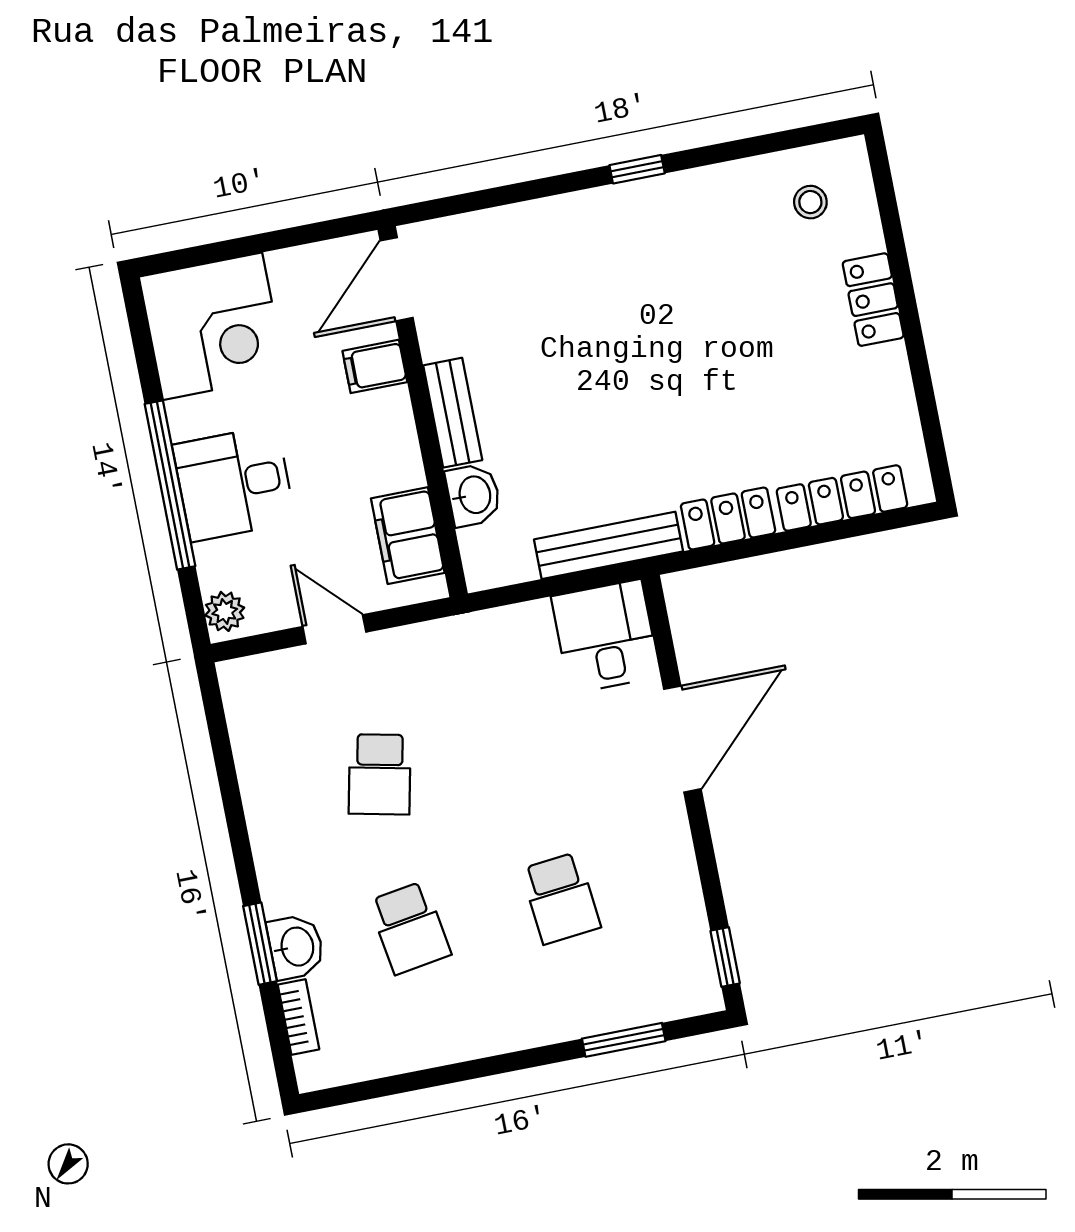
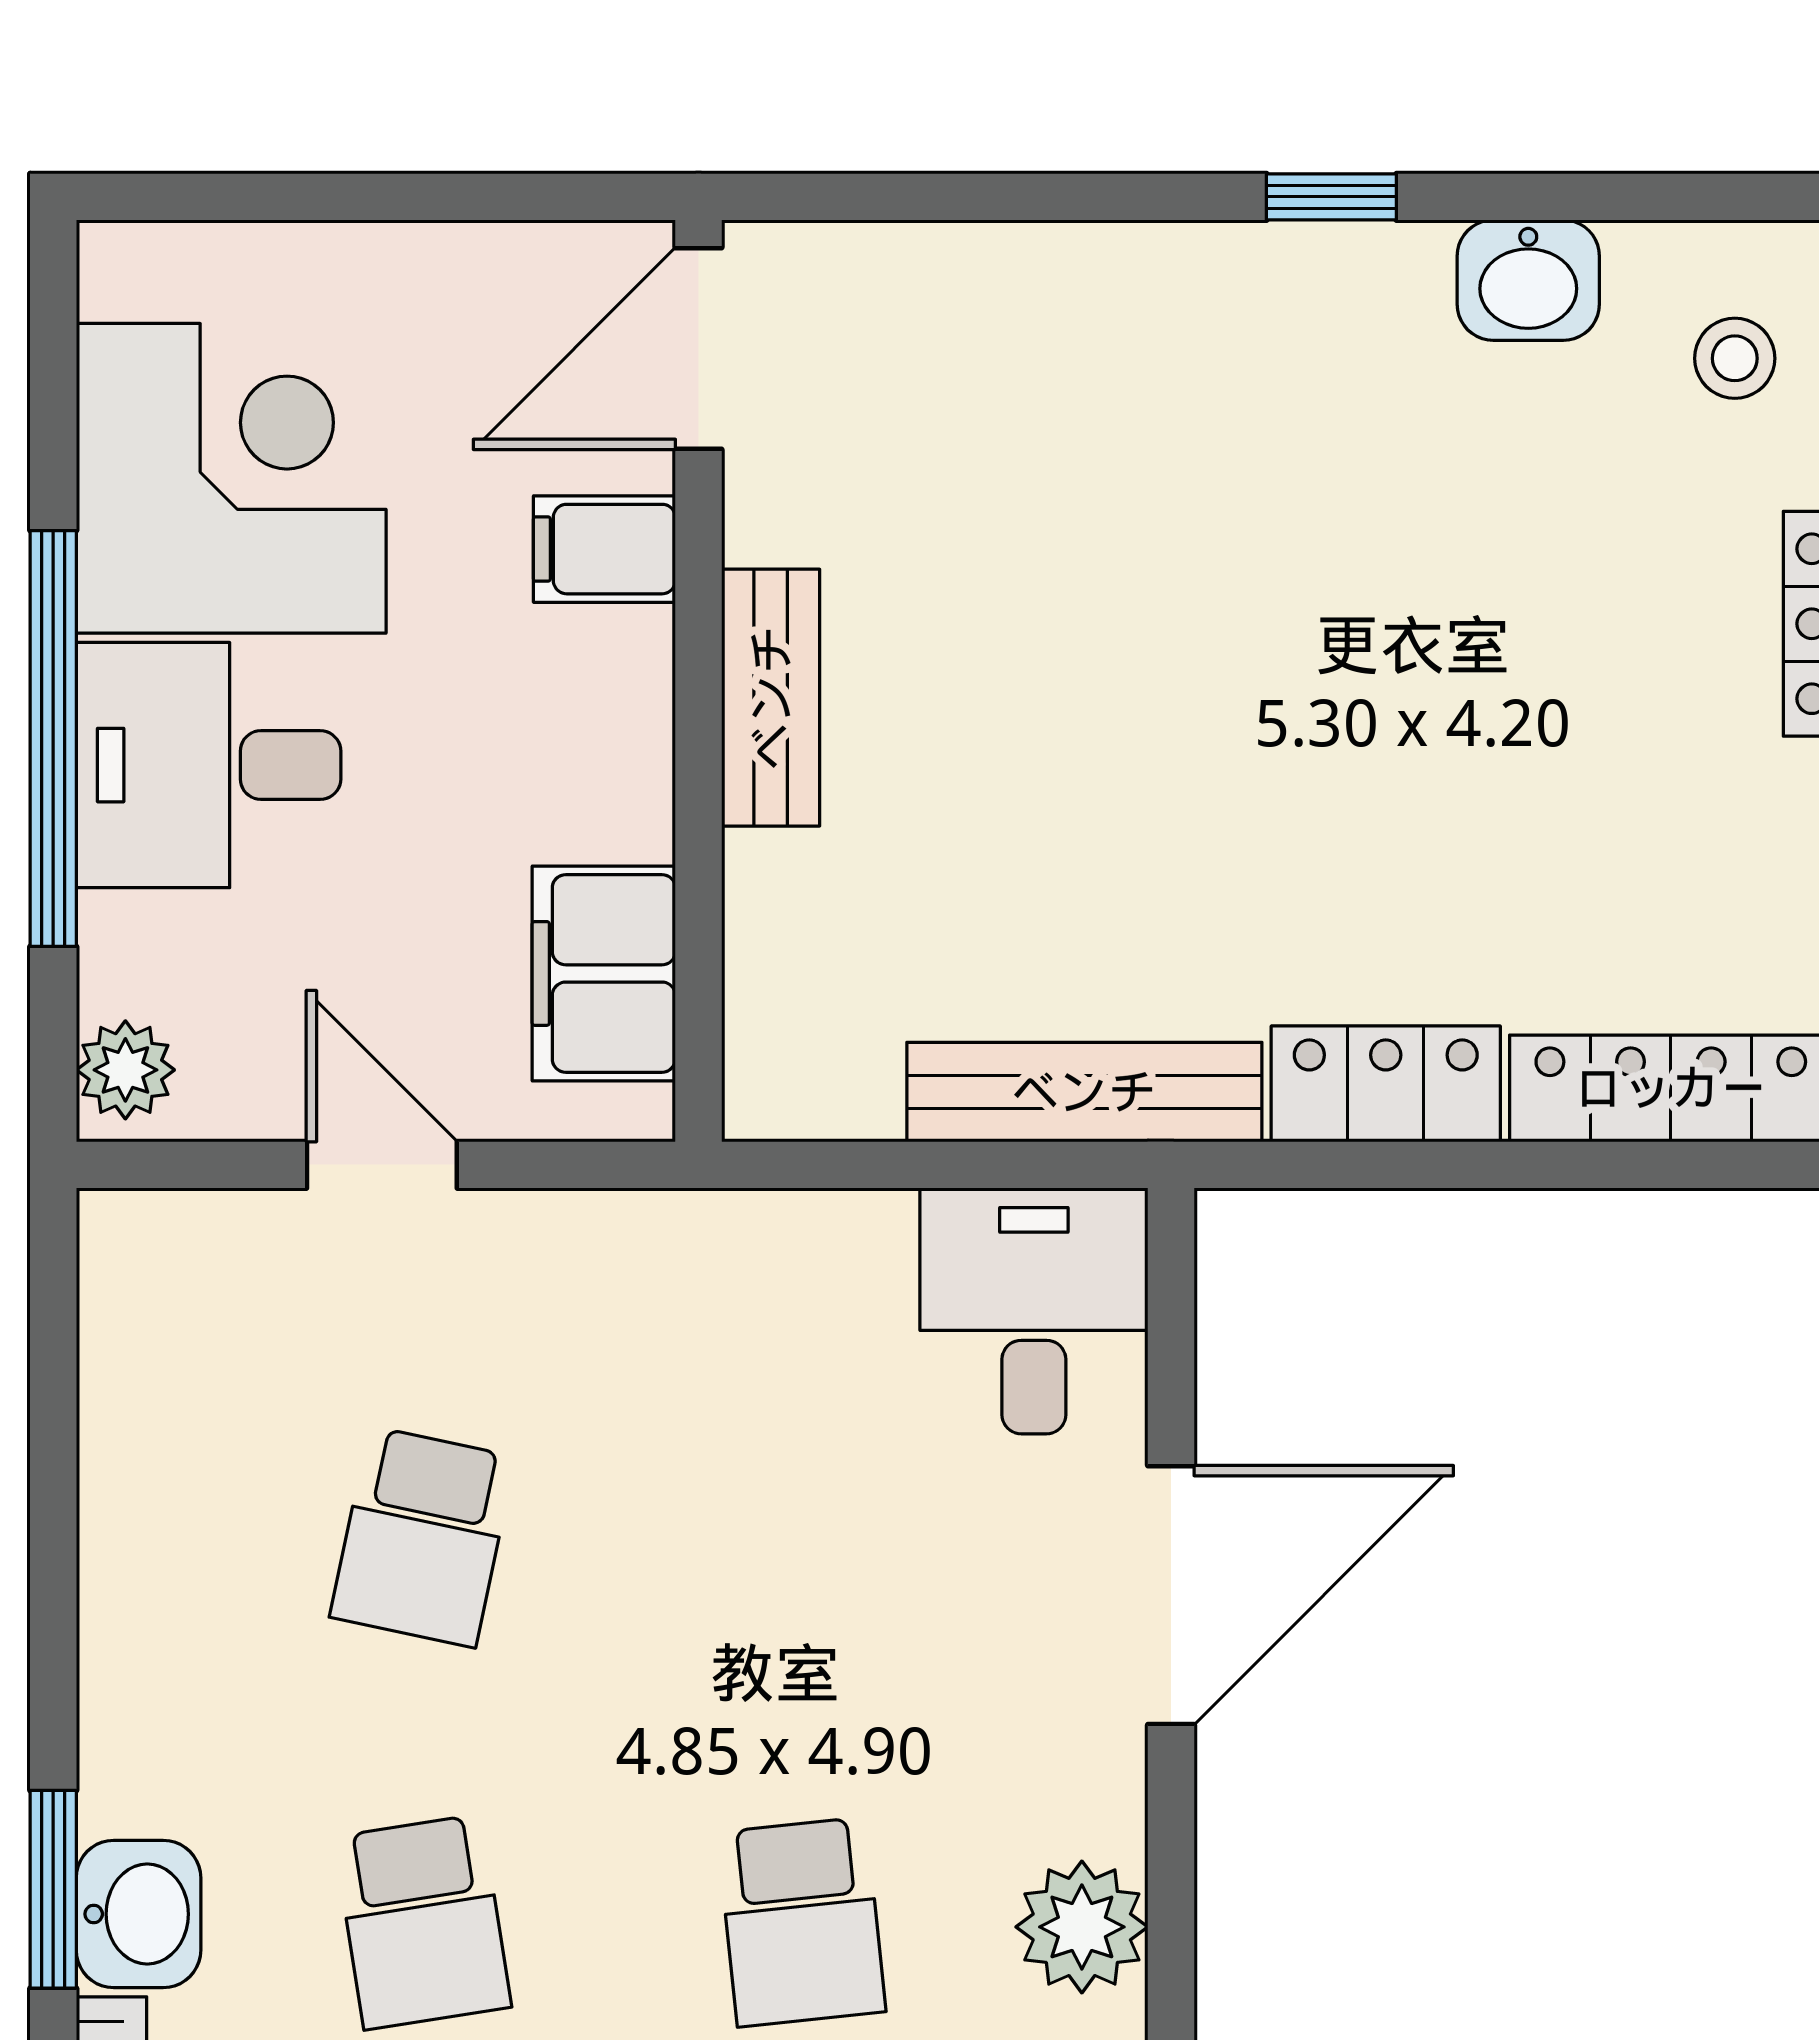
corner desk: (212, 326) -> (231, 478), moved, turned -90
washbasin: (473, 495) -> (1528, 280), moved, turned 90
plant: (673, 878) -> (1082, 1927), added

